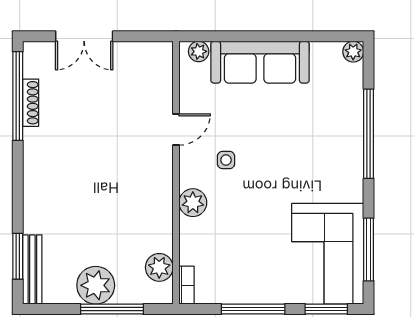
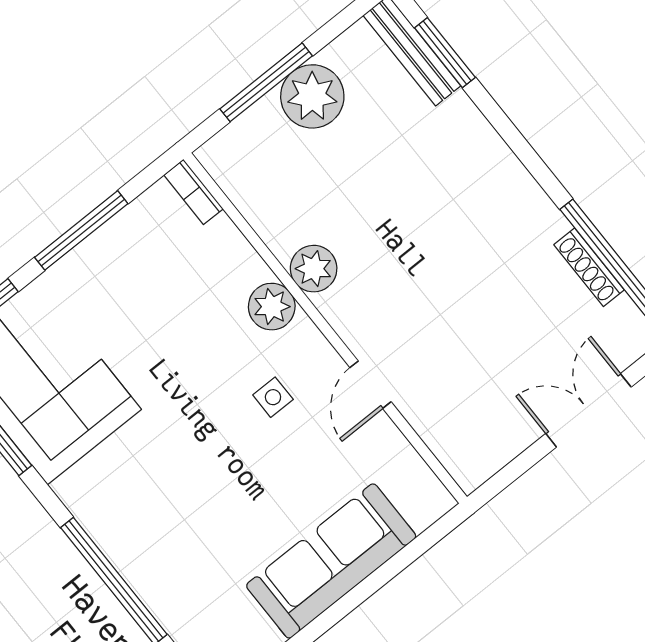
plant: (199, 51) -> (423, 511), removed
plant: (159, 267) -> (314, 269), moved

